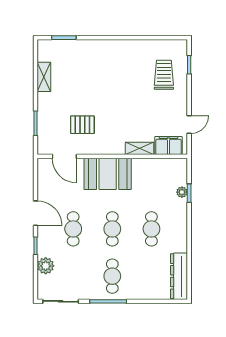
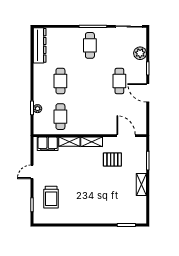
shelving: (44, 77) -> (141, 184), moved
door: (189, 124) -> (32, 172), moved
shelving: (110, 148) -> (92, 142), added
booth: (108, 174) -> (93, 122), removed
cafe table: (112, 229) -> (60, 117), moved

